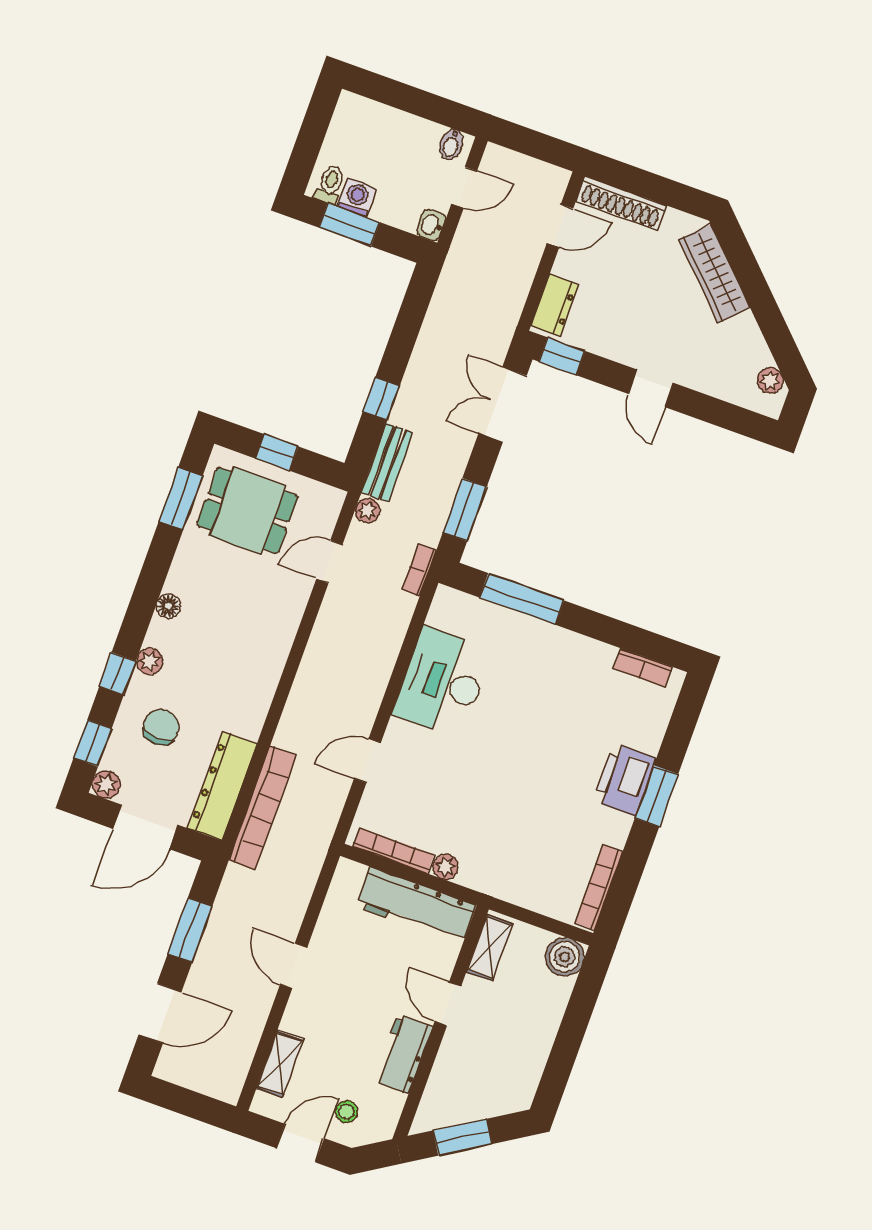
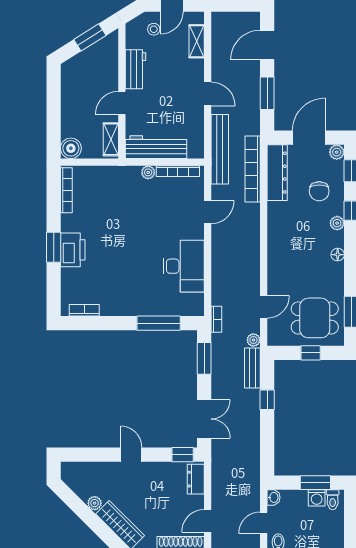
plant: (770, 381) -> (95, 503), moved
bench: (307, 862) -> (220, 149), added
door: (448, 1004) -> (122, 103), swing flipped

